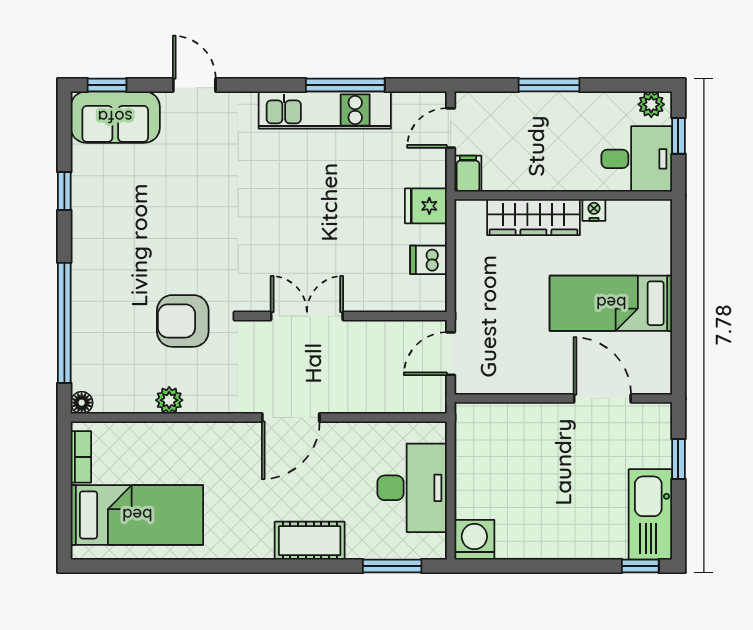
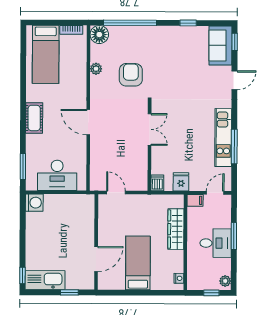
door: (451, 128) -> (215, 193), hinge flipped
desk: (637, 159) -> (216, 243), moved, turned -90
nightstand: (594, 210) -> (179, 278), moved
double door: (307, 316) -> (150, 129), moved
wall: (344, 316) -> (149, 146), moved
floor lamp: (82, 403) -> (99, 35), width x1.89, depth x1.89
cot: (310, 541) -> (34, 118), moved

